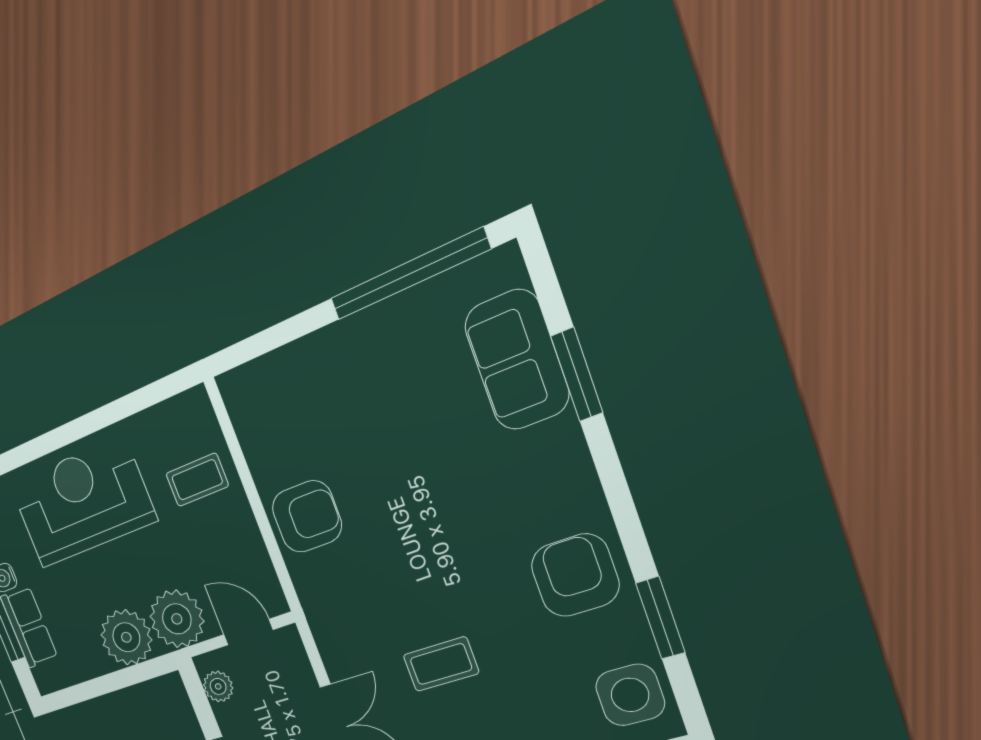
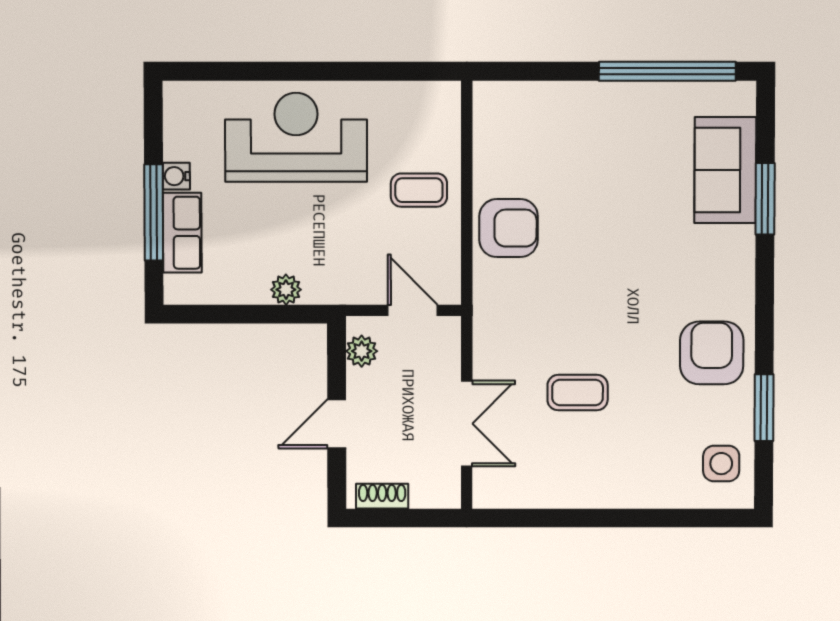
coffee table: (197, 480) -> (419, 190), moved
plant: (177, 619) -> (346, 276), removed
plant: (126, 637) -> (286, 290), width x0.53, depth x0.53
side table: (630, 695) -> (721, 464), width x0.73, depth x0.73

